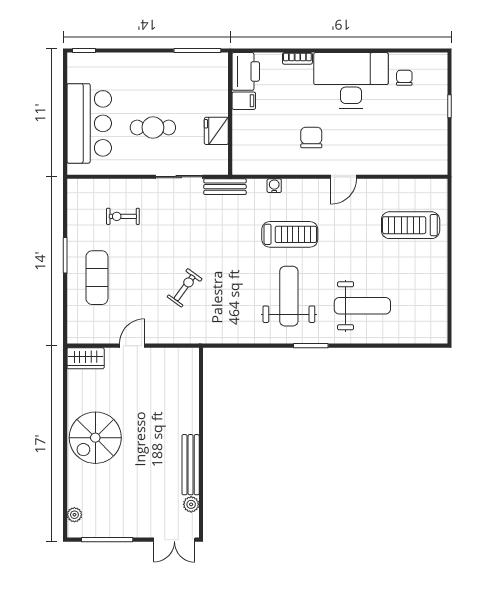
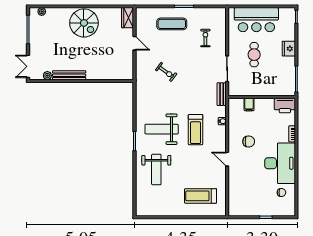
filing cabinet: (244, 101) -> (249, 104), moved
fridge: (216, 131) -> (289, 49), moved, turned -90
treadmill: (411, 225) -> (201, 196), turned -90
weight bench: (289, 296) -> (162, 129), turned 180
spiral stairs: (95, 438) -> (84, 23), turned 180

